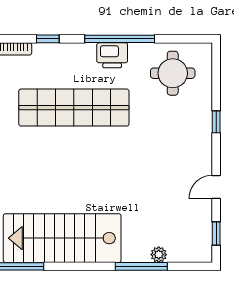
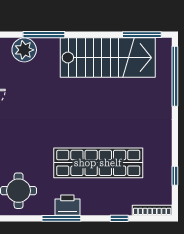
window: (120, 39) -> (61, 218), width x0.68
plant: (159, 255) -> (24, 50), width x1.87, depth x1.87

